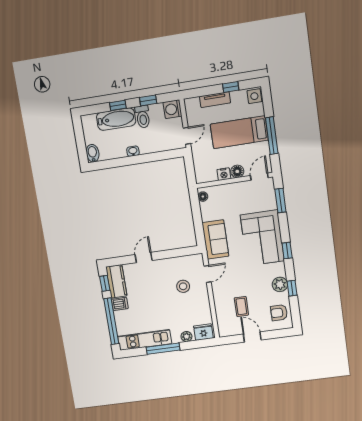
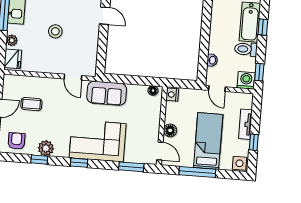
window: (148, 100) -> (259, 72), moved
washbasin: (133, 151) -> (212, 60), moved
nightstand: (224, 174) -> (172, 95), moved
stool: (183, 286) -> (55, 31), moved

